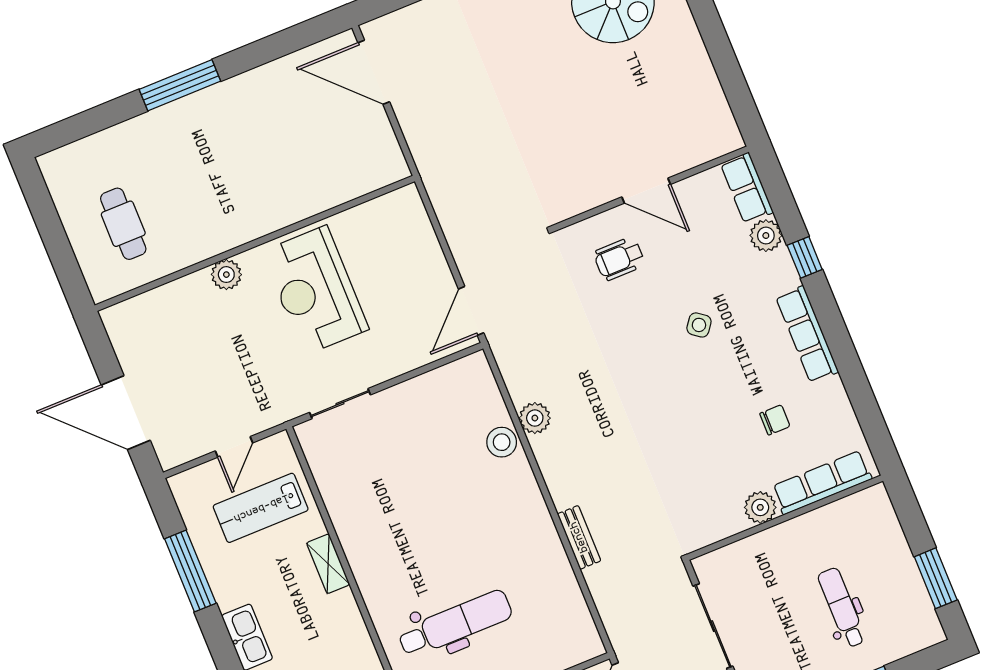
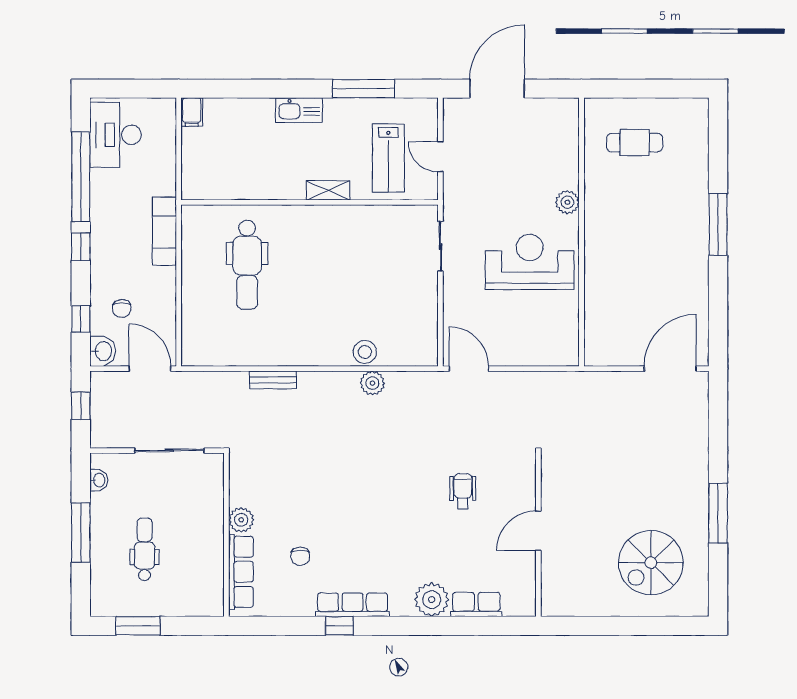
wall: (651, 189) -> (538, 535), moved
door: (646, 191) -> (538, 531), moved
plant: (766, 236) -> (432, 600), width x1.36, depth x1.36
window: (805, 257) -> (340, 626), moved
side table: (699, 325) -> (391, 529), removed
lab bench: (261, 508) -> (388, 158), turned 180
dental chair: (842, 608) -> (145, 549), turned -90

